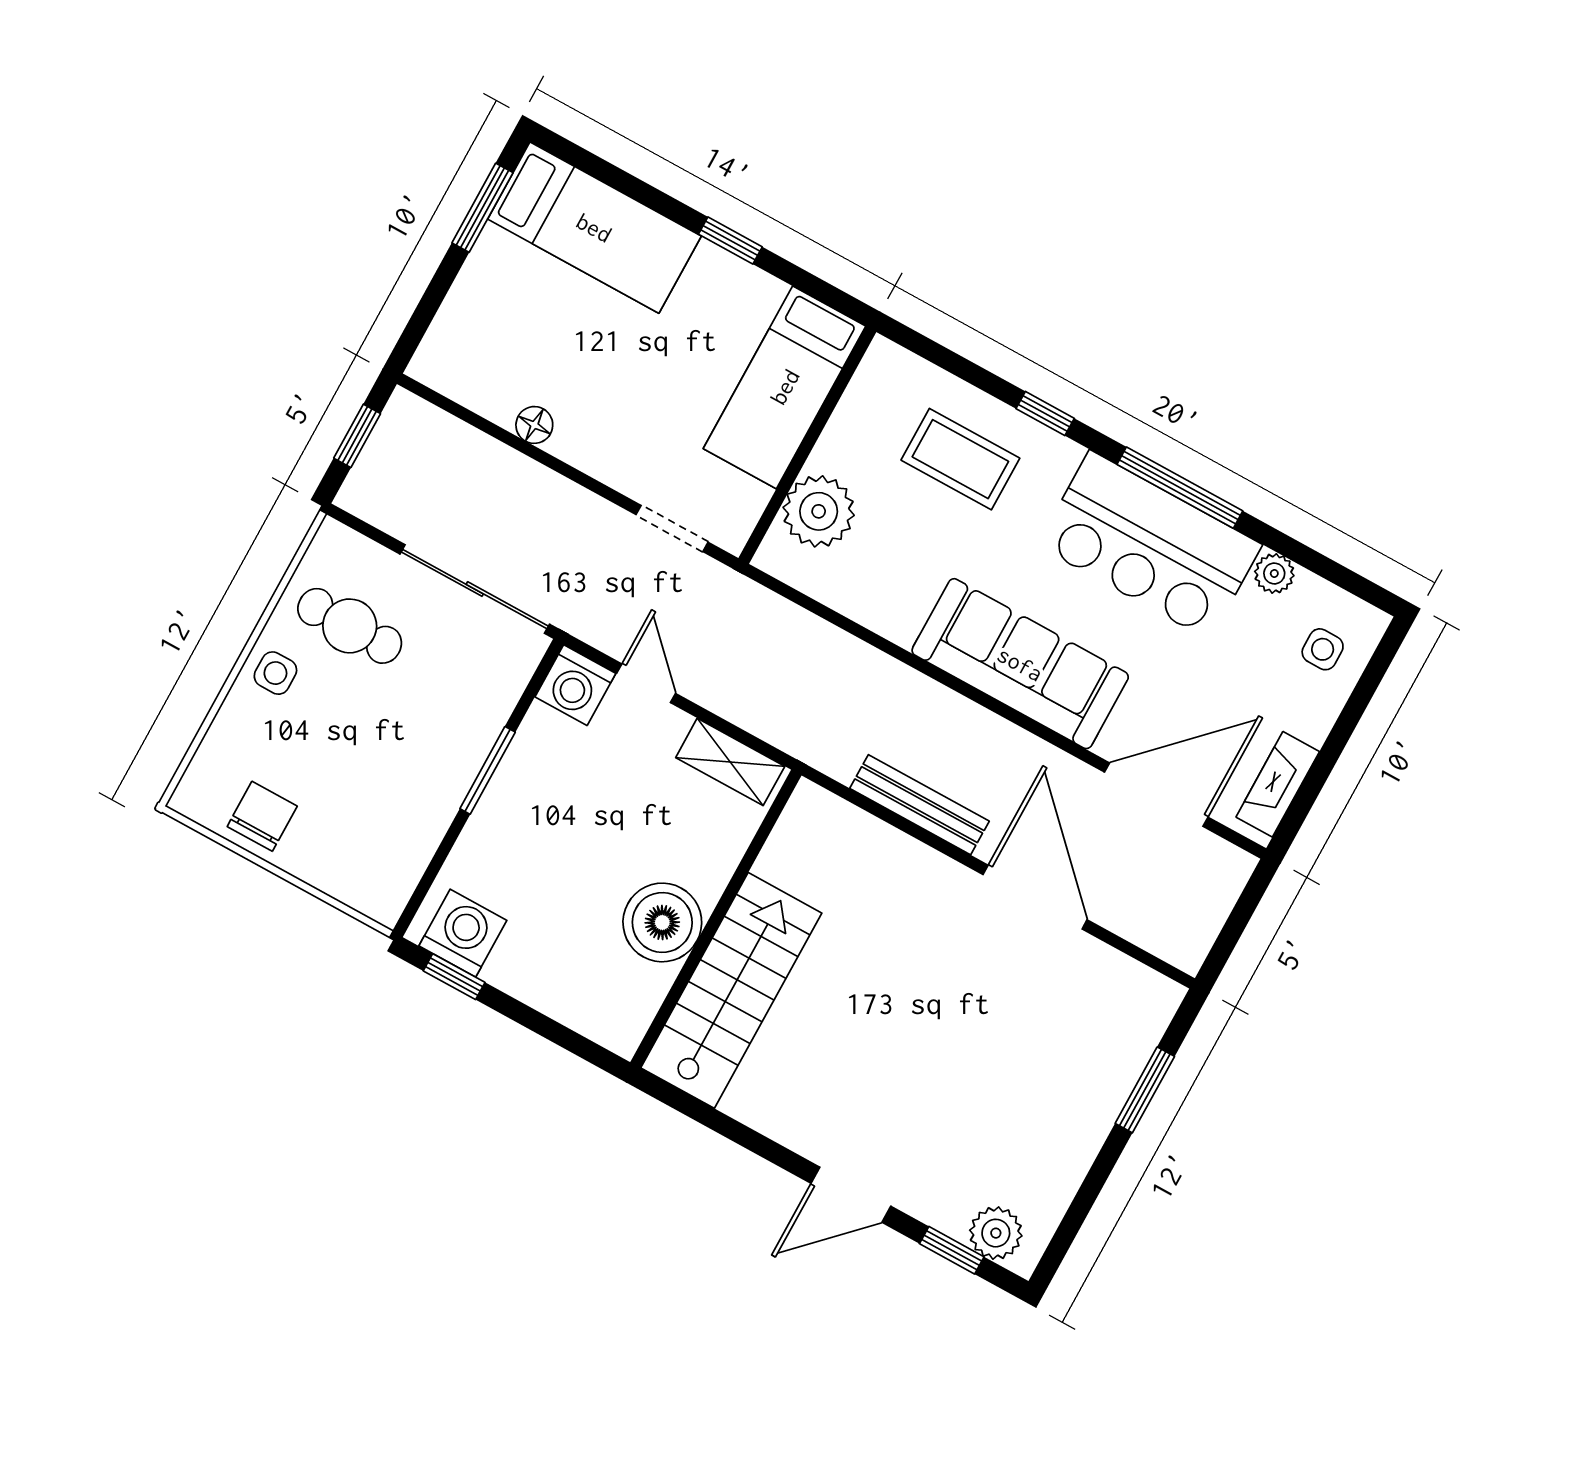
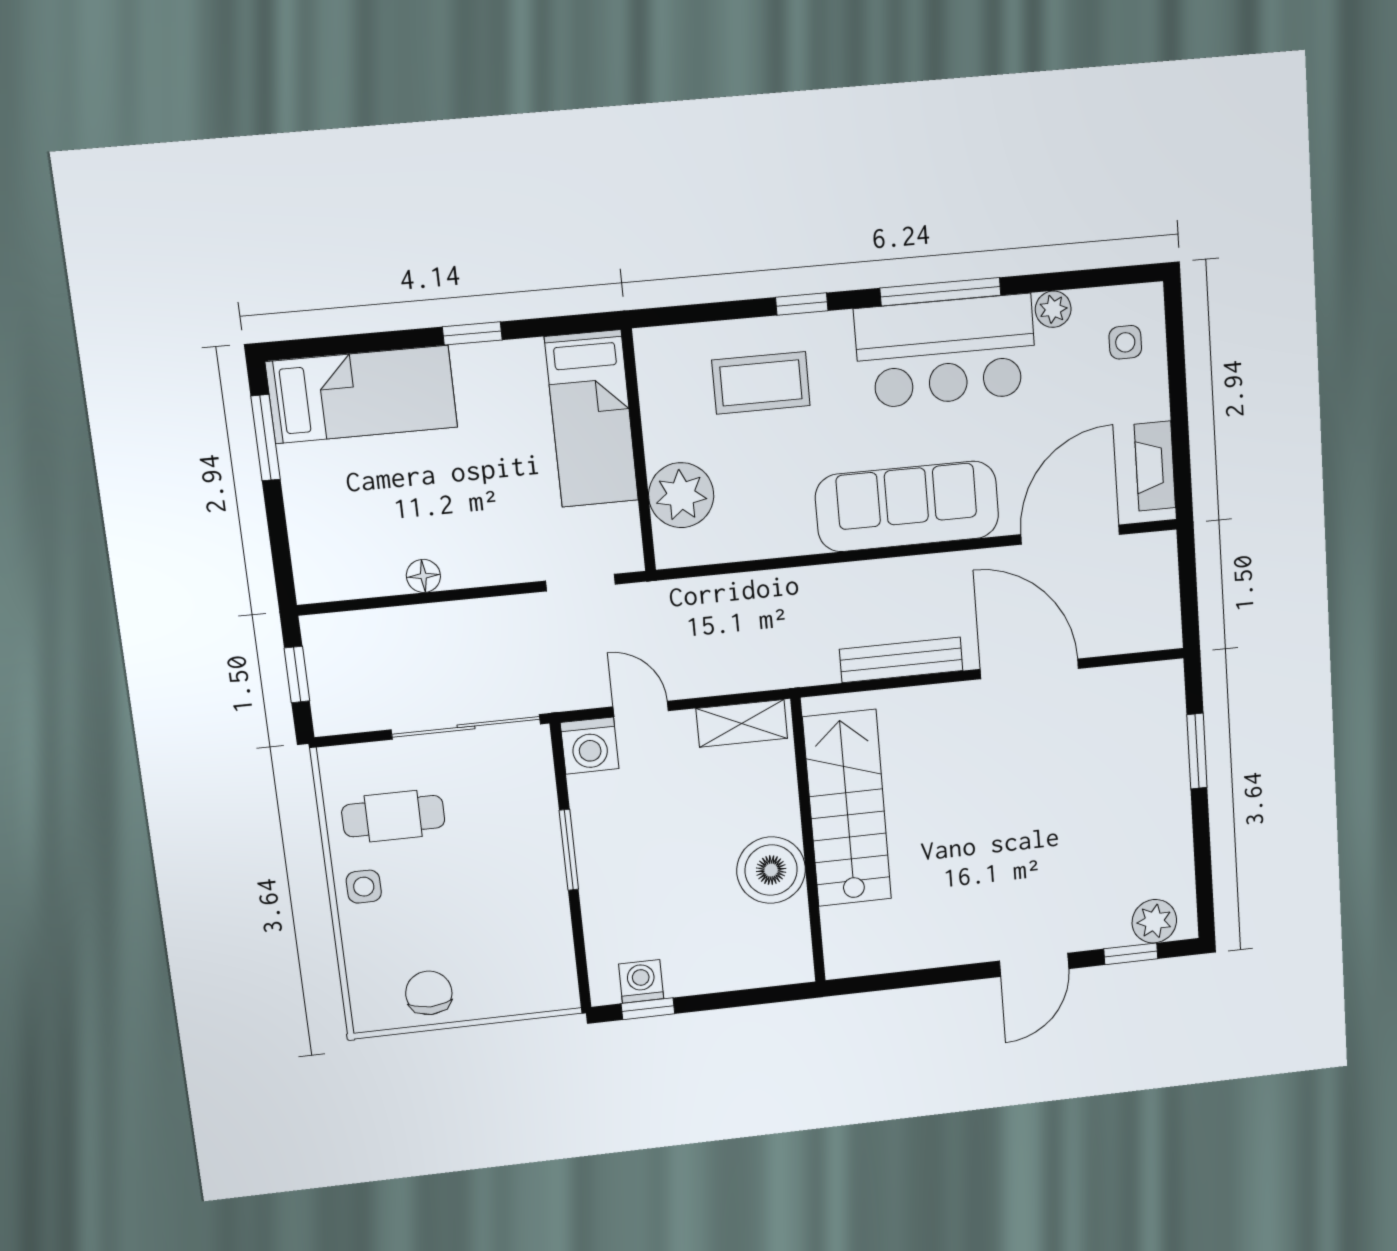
washing machine: (463, 933) -> (641, 981), width x0.73, depth x0.73
stairs: (731, 990) -> (847, 808), moved

